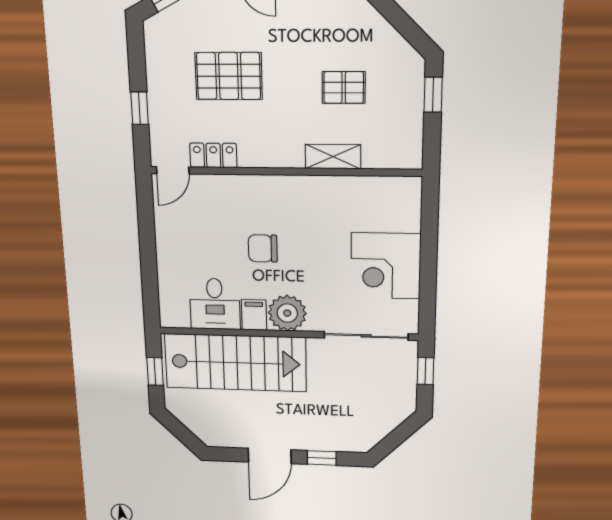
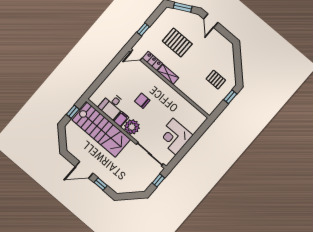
pallet: (344, 87) -> (216, 80), moved
shelving: (333, 157) -> (168, 74), moved

